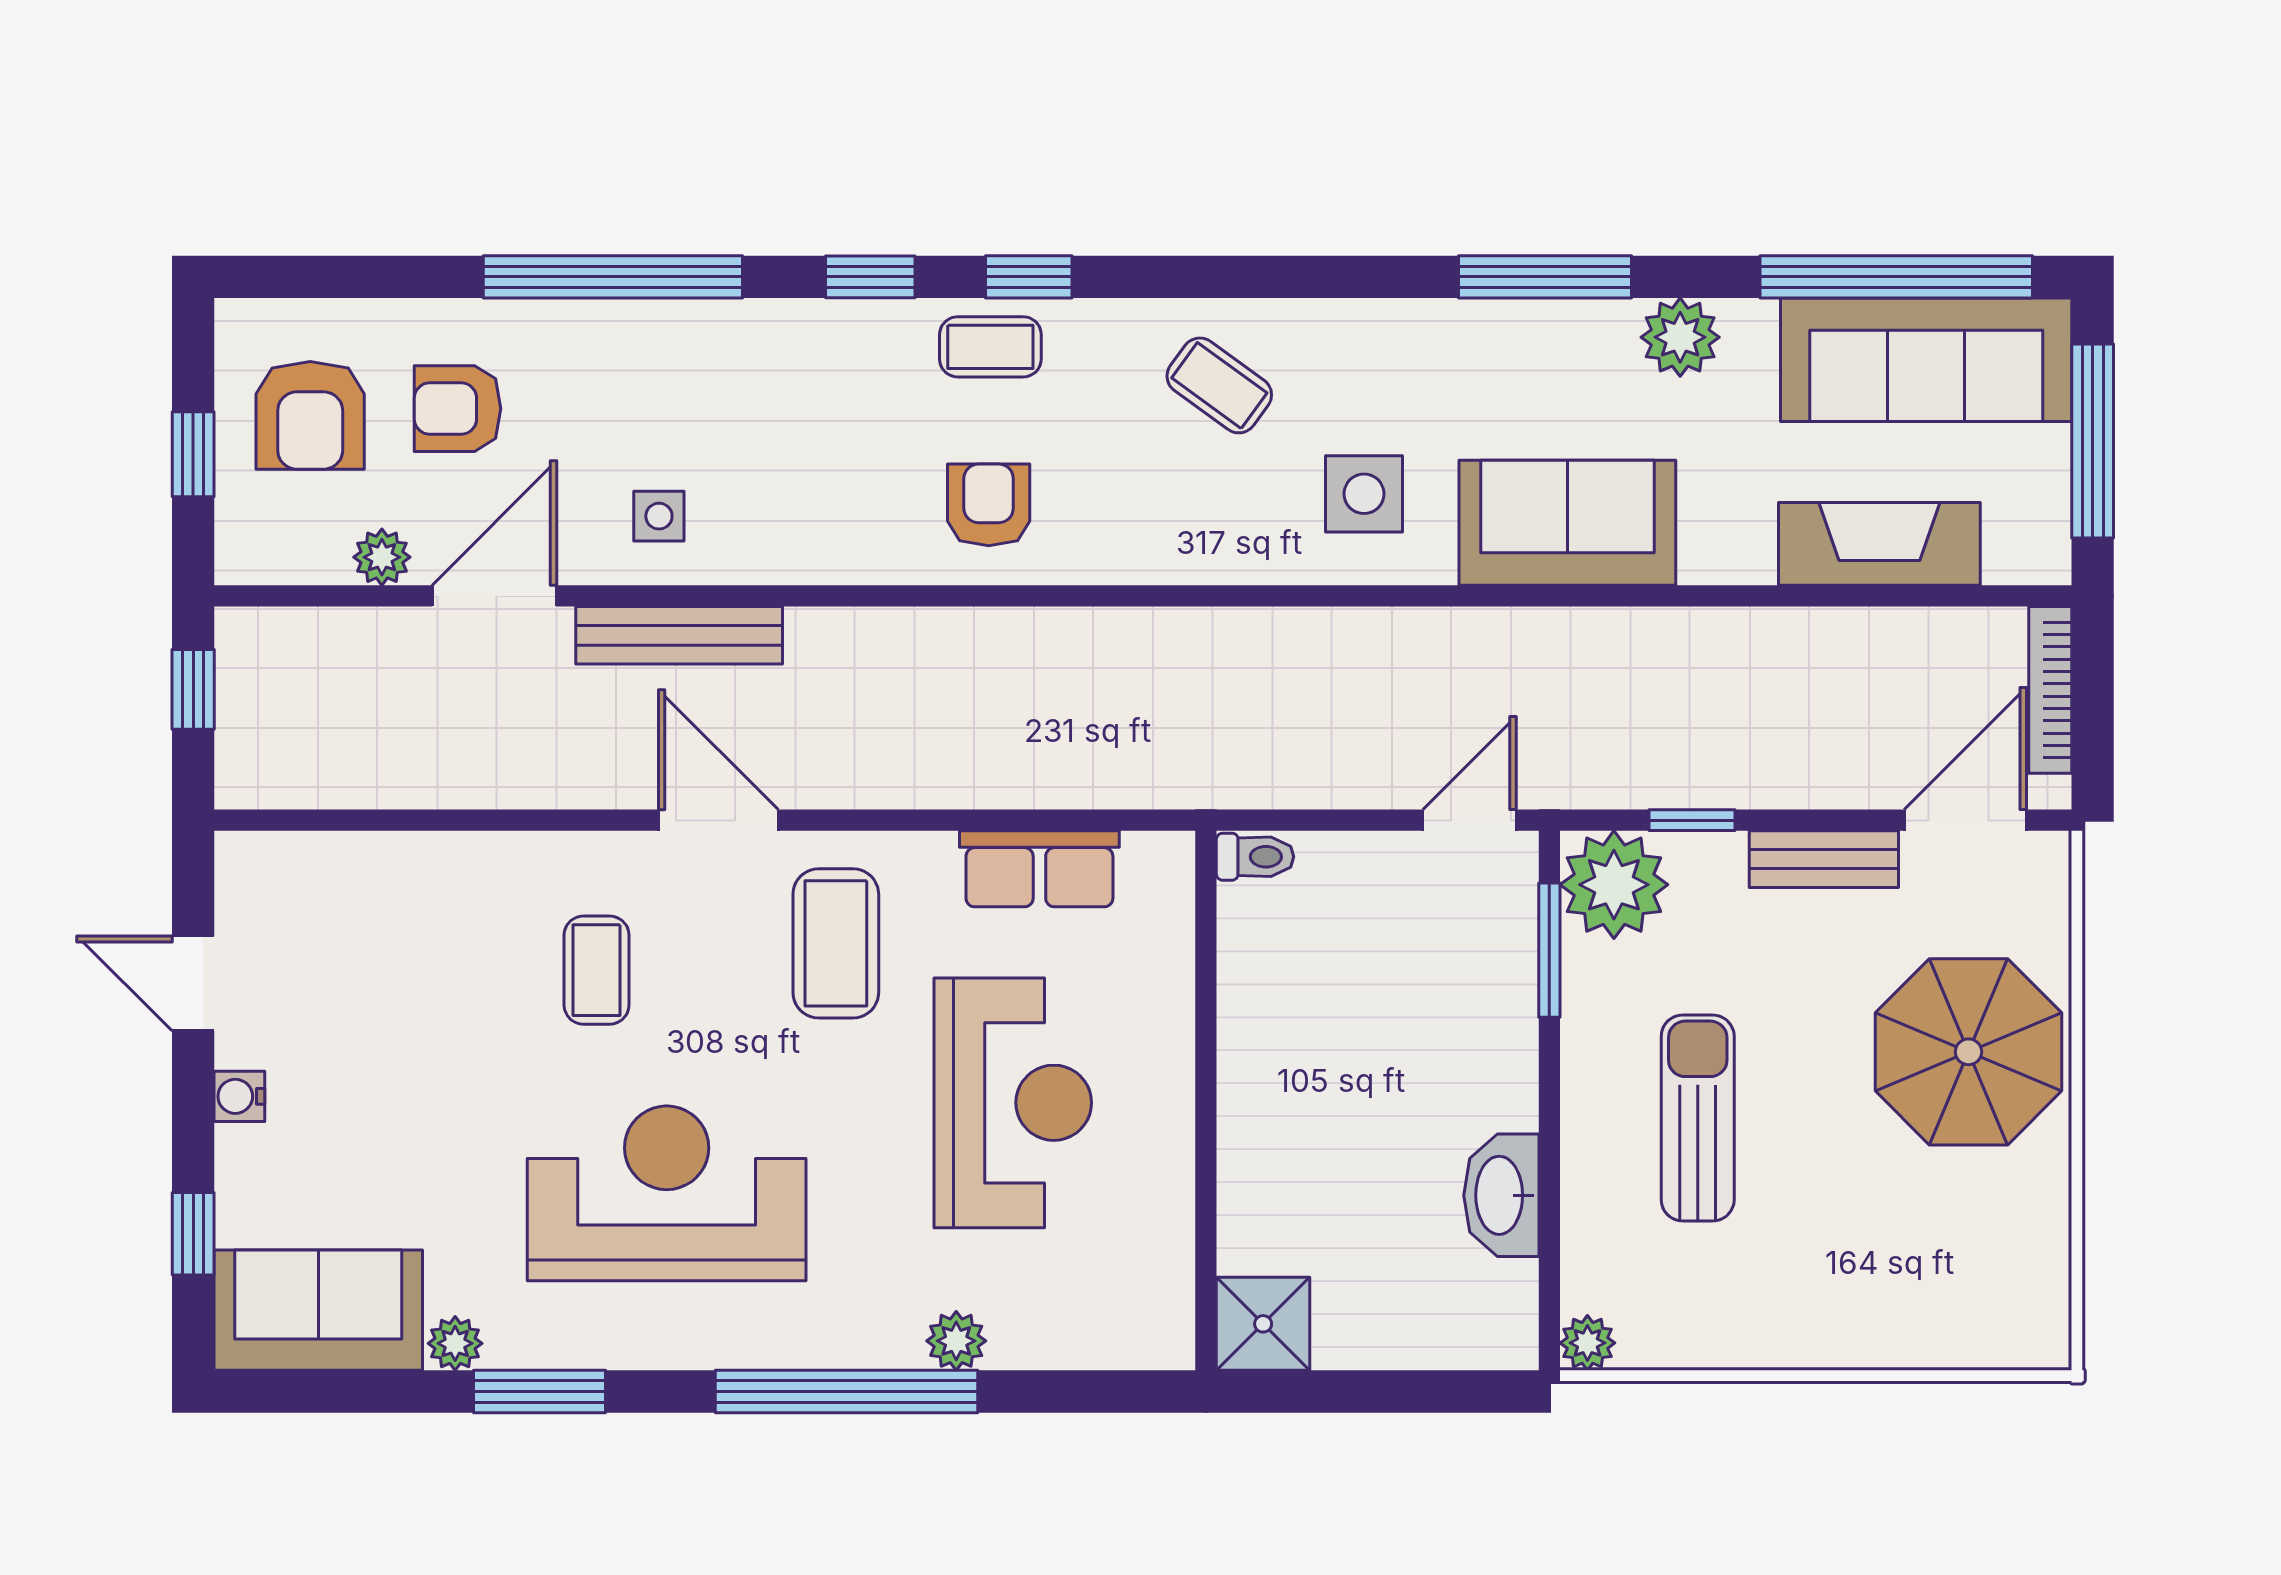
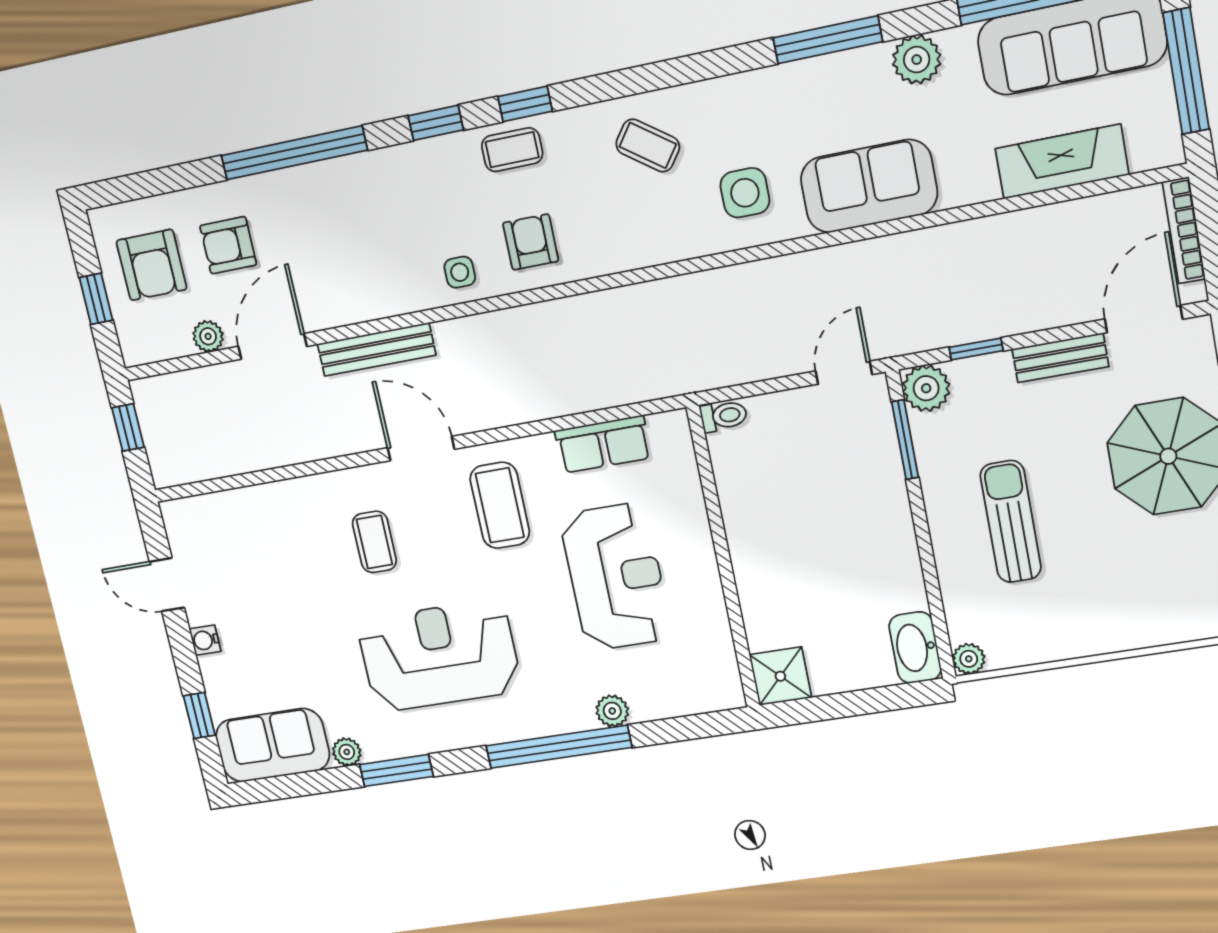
side table: (659, 516) -> (460, 272), moved
plant: (1614, 885) -> (926, 388), width x0.73, depth x0.73
washbasin: (1501, 1195) -> (915, 648), moved

